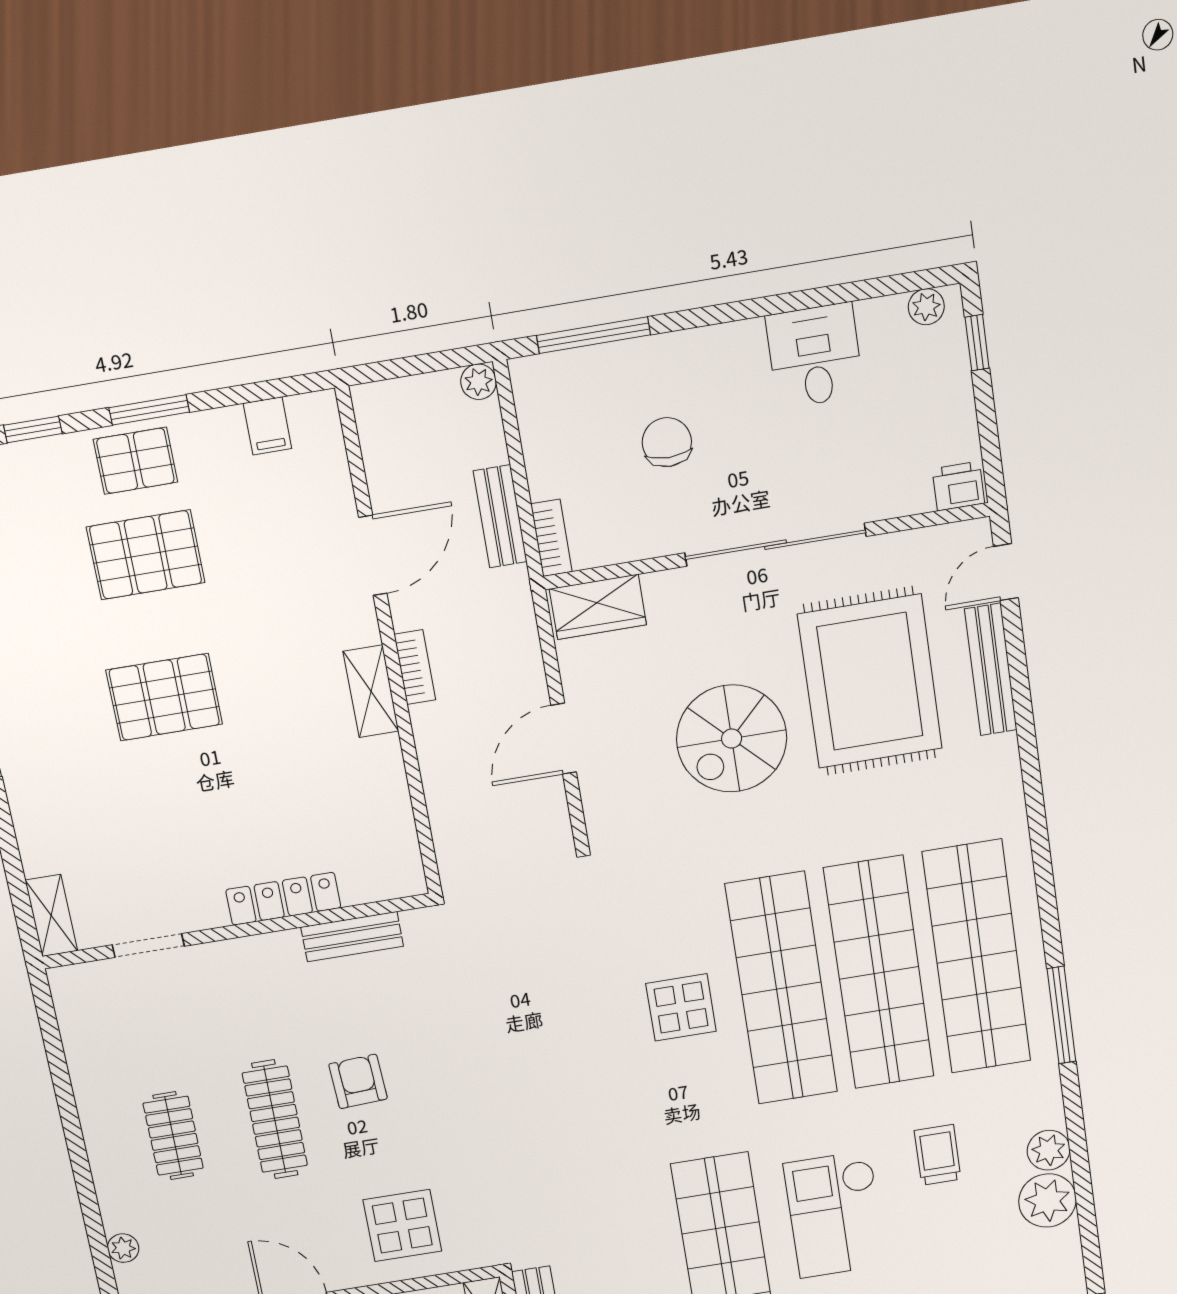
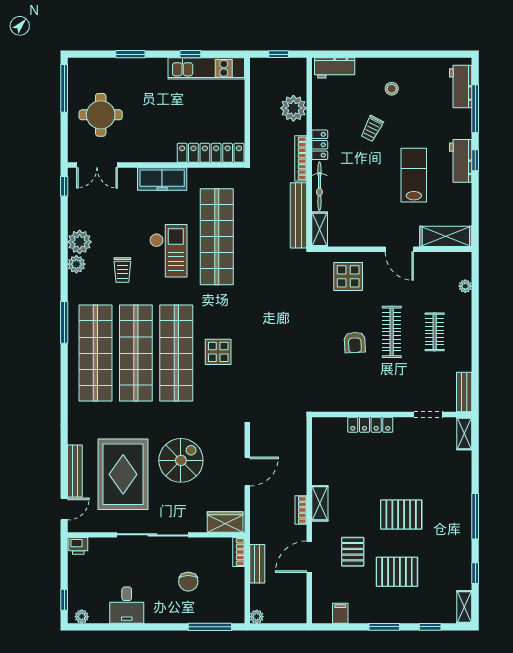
pallet: (135, 461) -> (353, 552), moved, turned 90
bench: (352, 937) -> (464, 392), moved, turned 90

